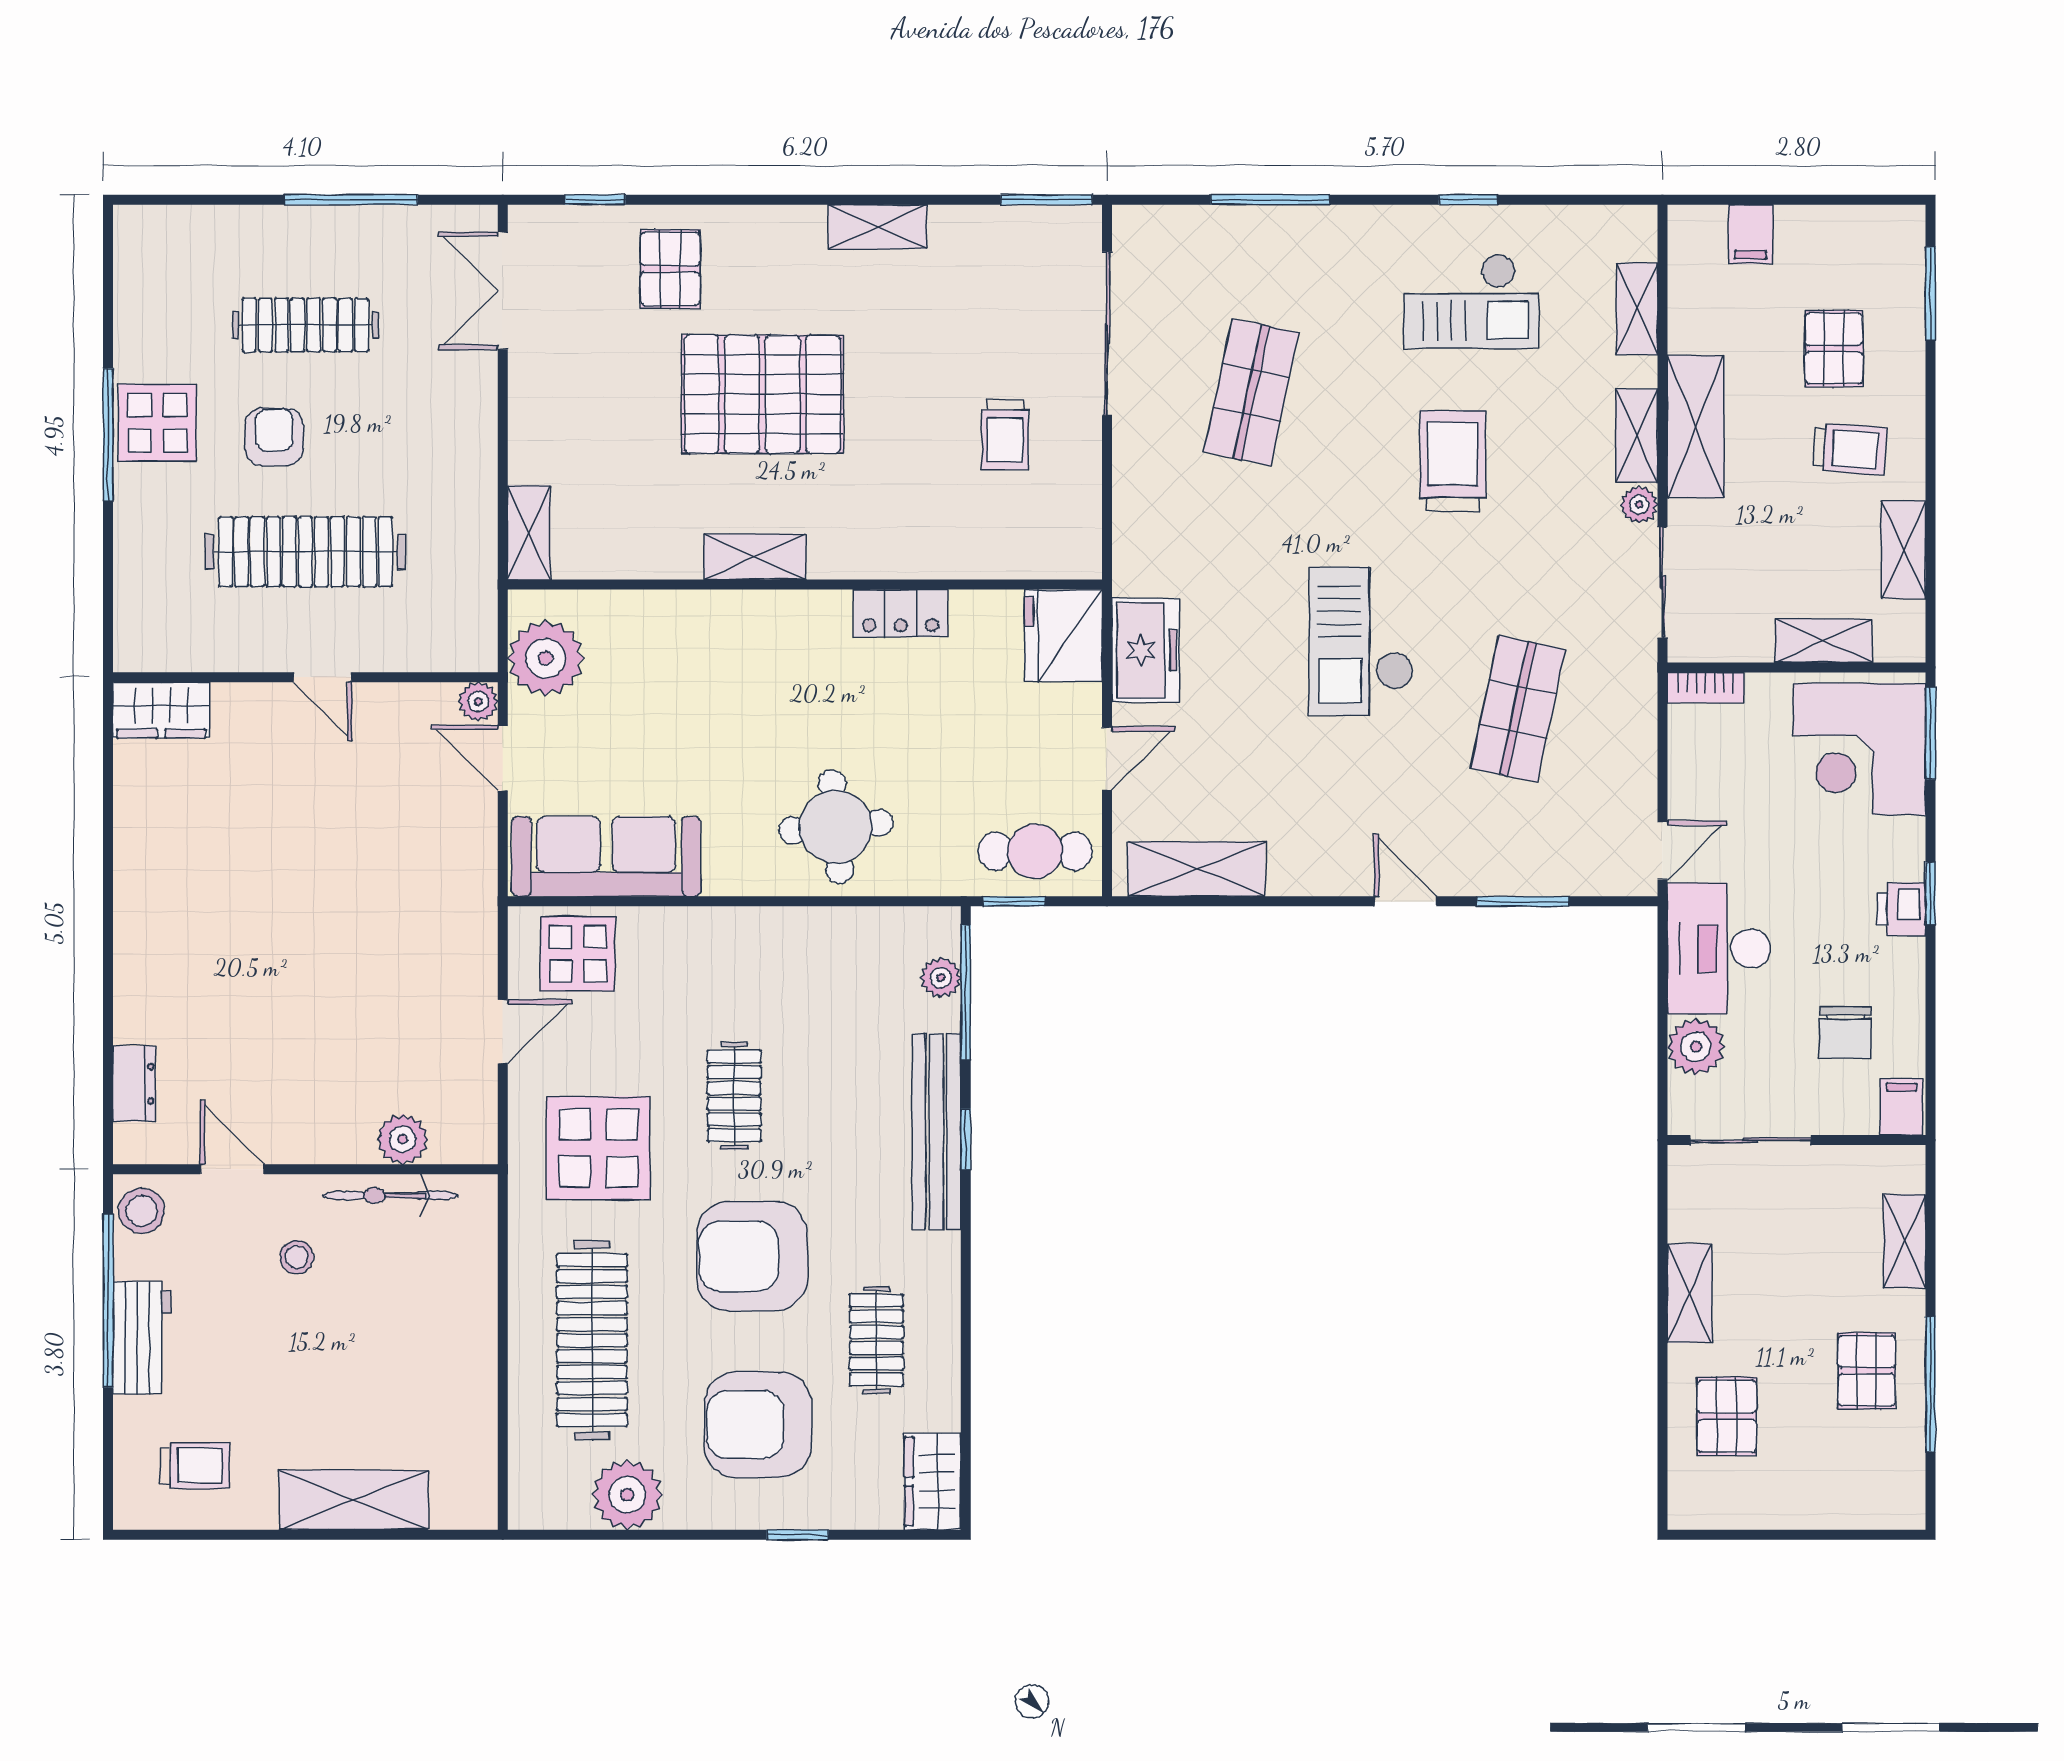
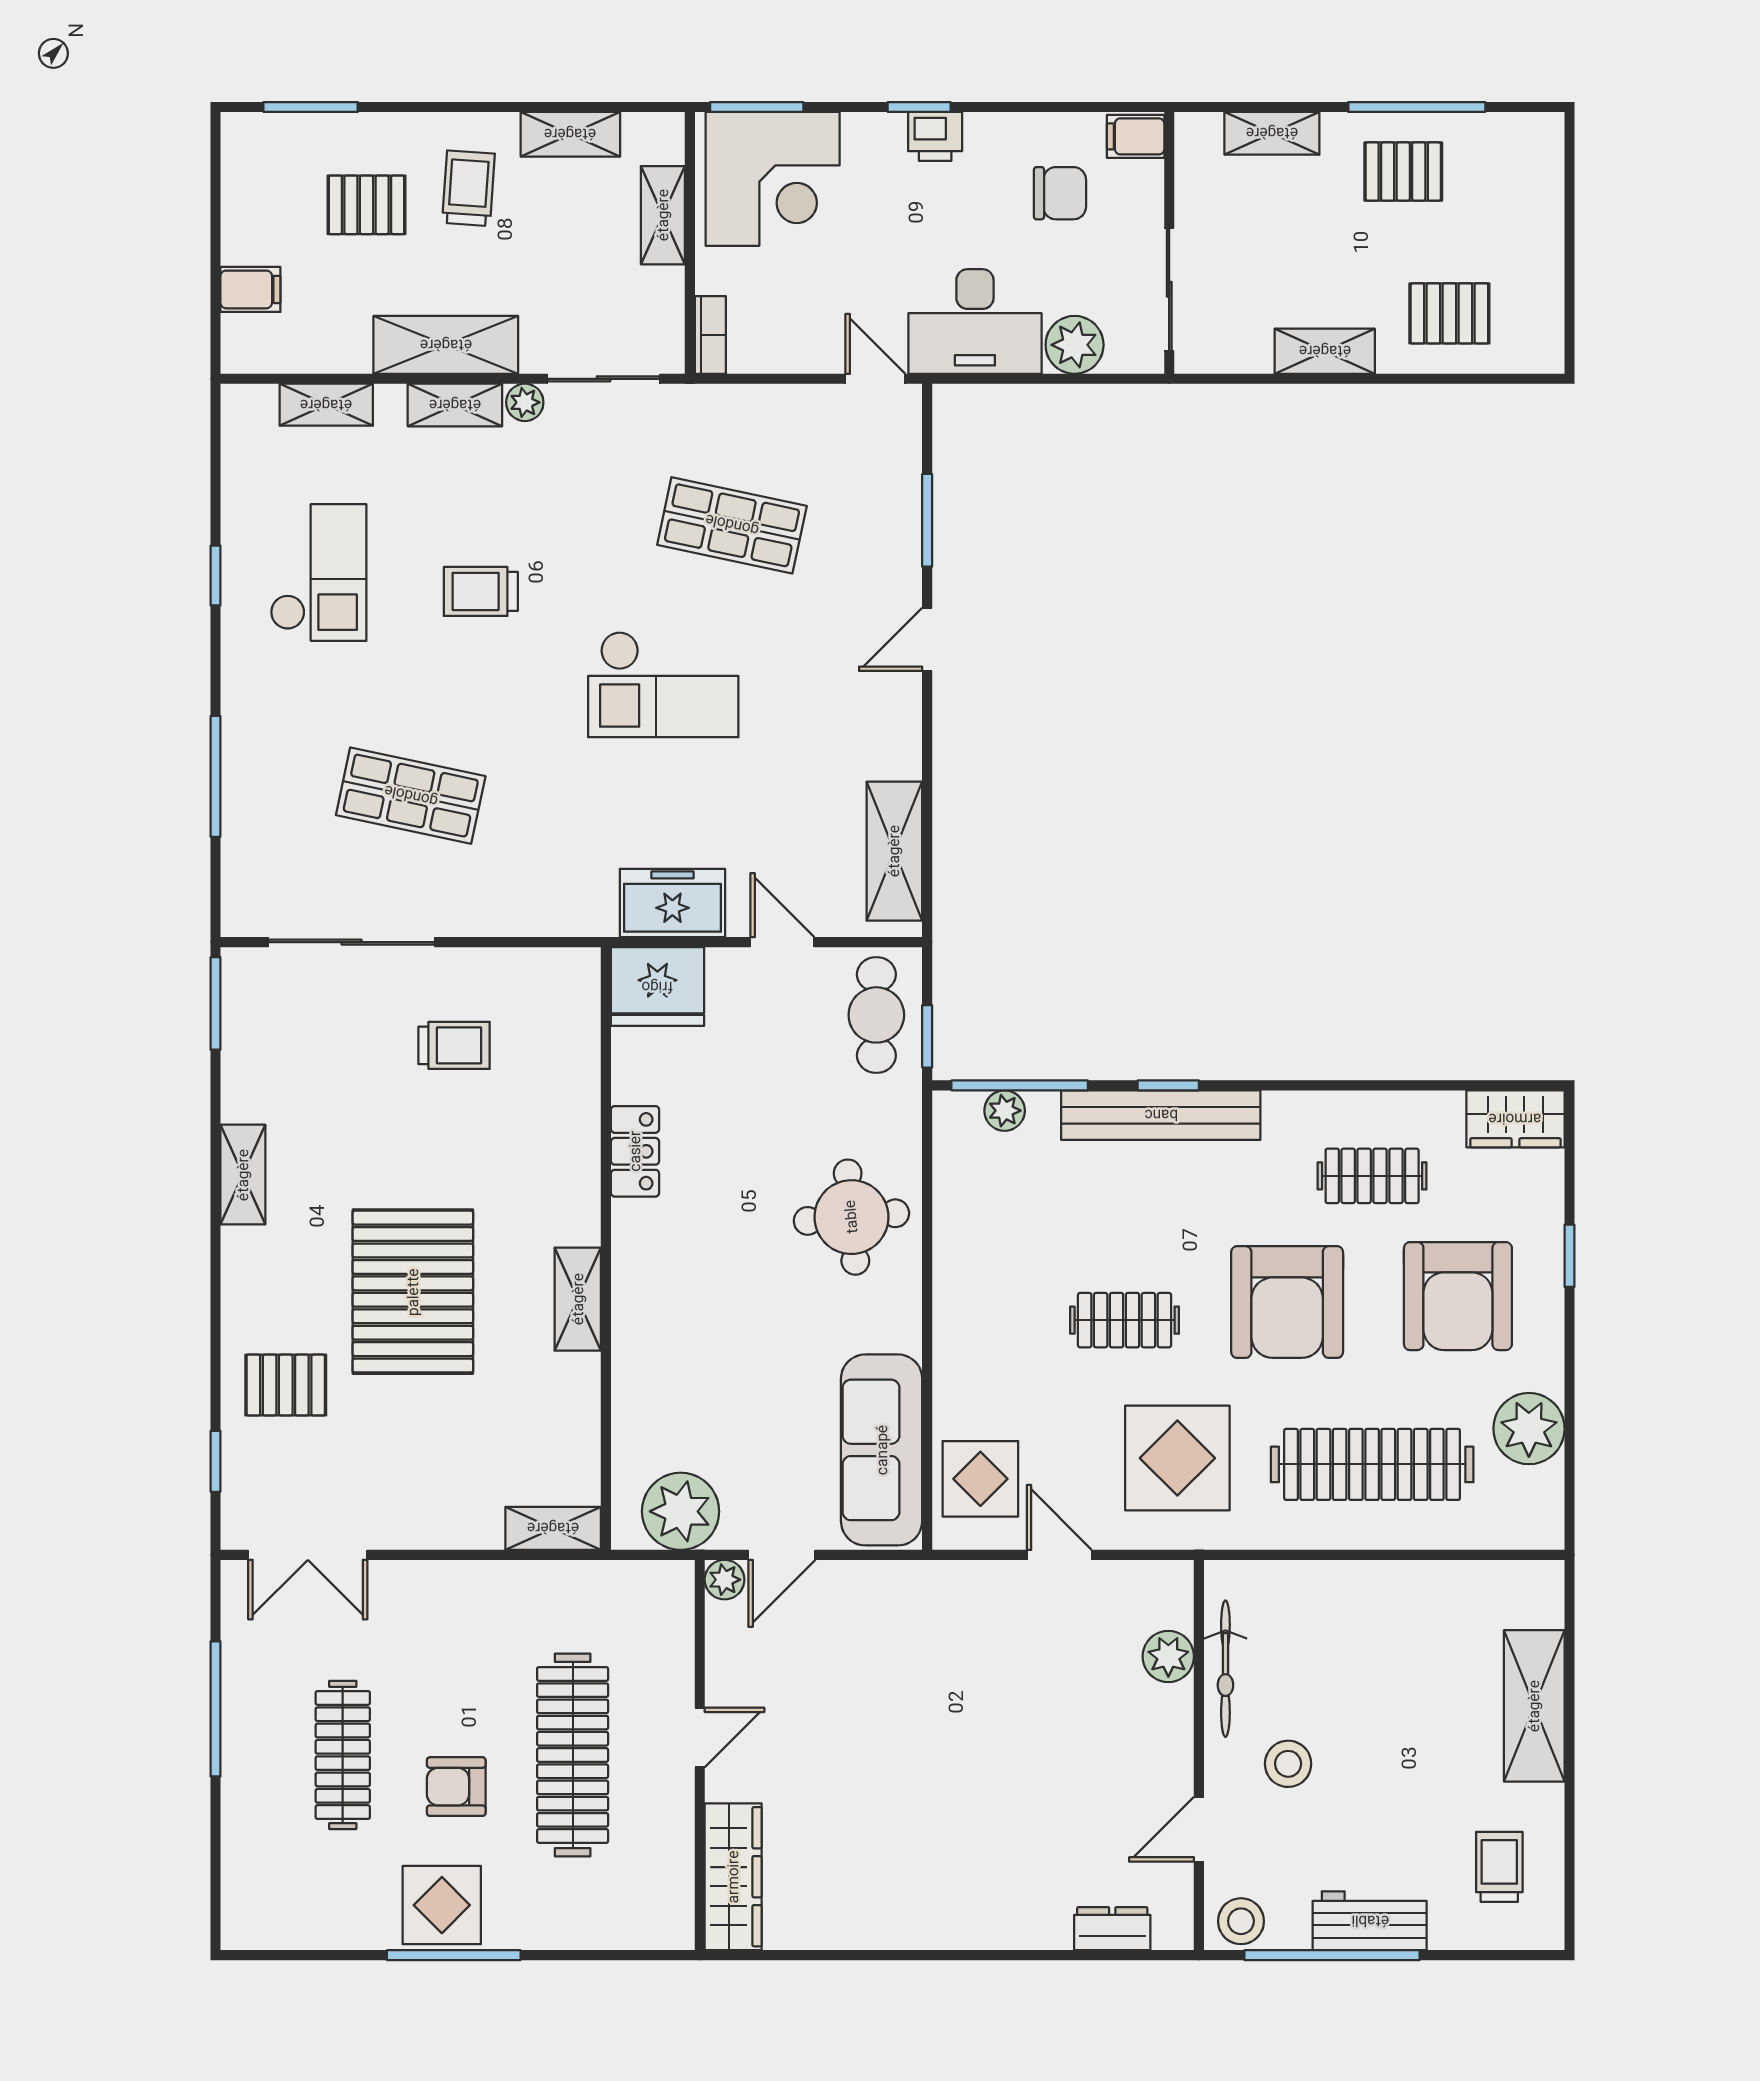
trolley: (1453, 461) -> (481, 591), width x0.73, depth x0.72
wardrobe: (161, 710) -> (733, 1877), width x1.50
stool: (297, 1257) -> (1288, 1764), width x1.37, depth x1.37

